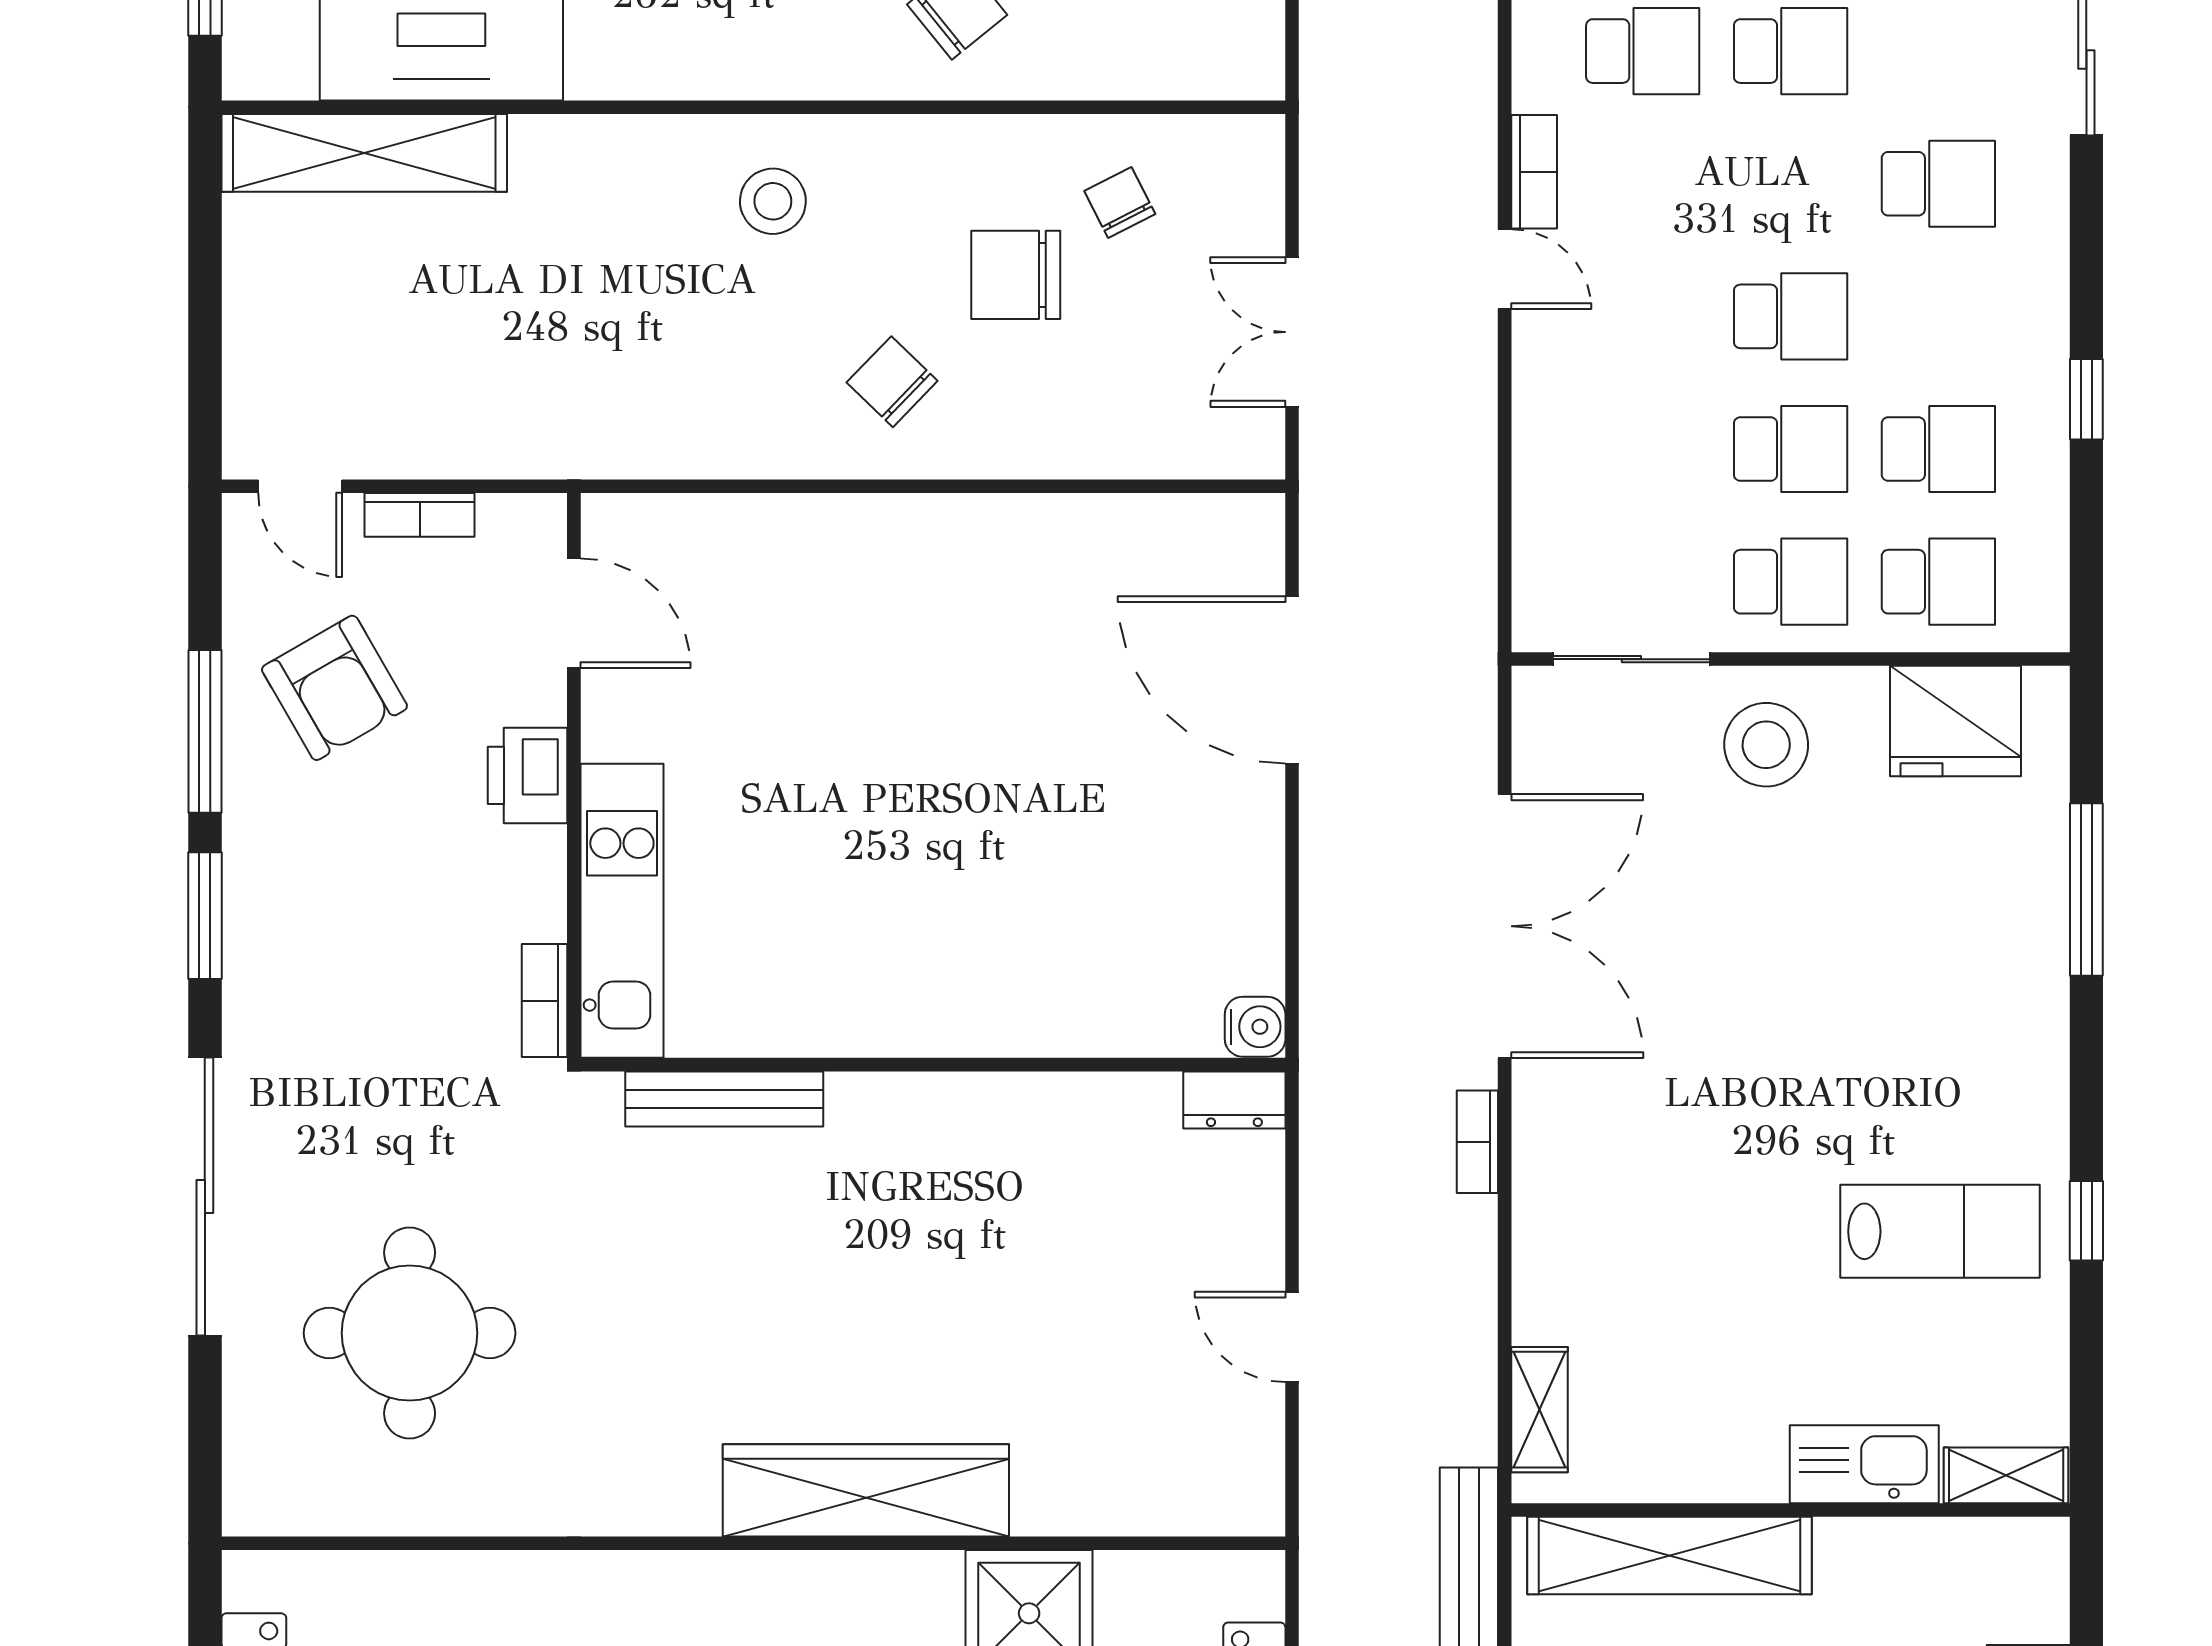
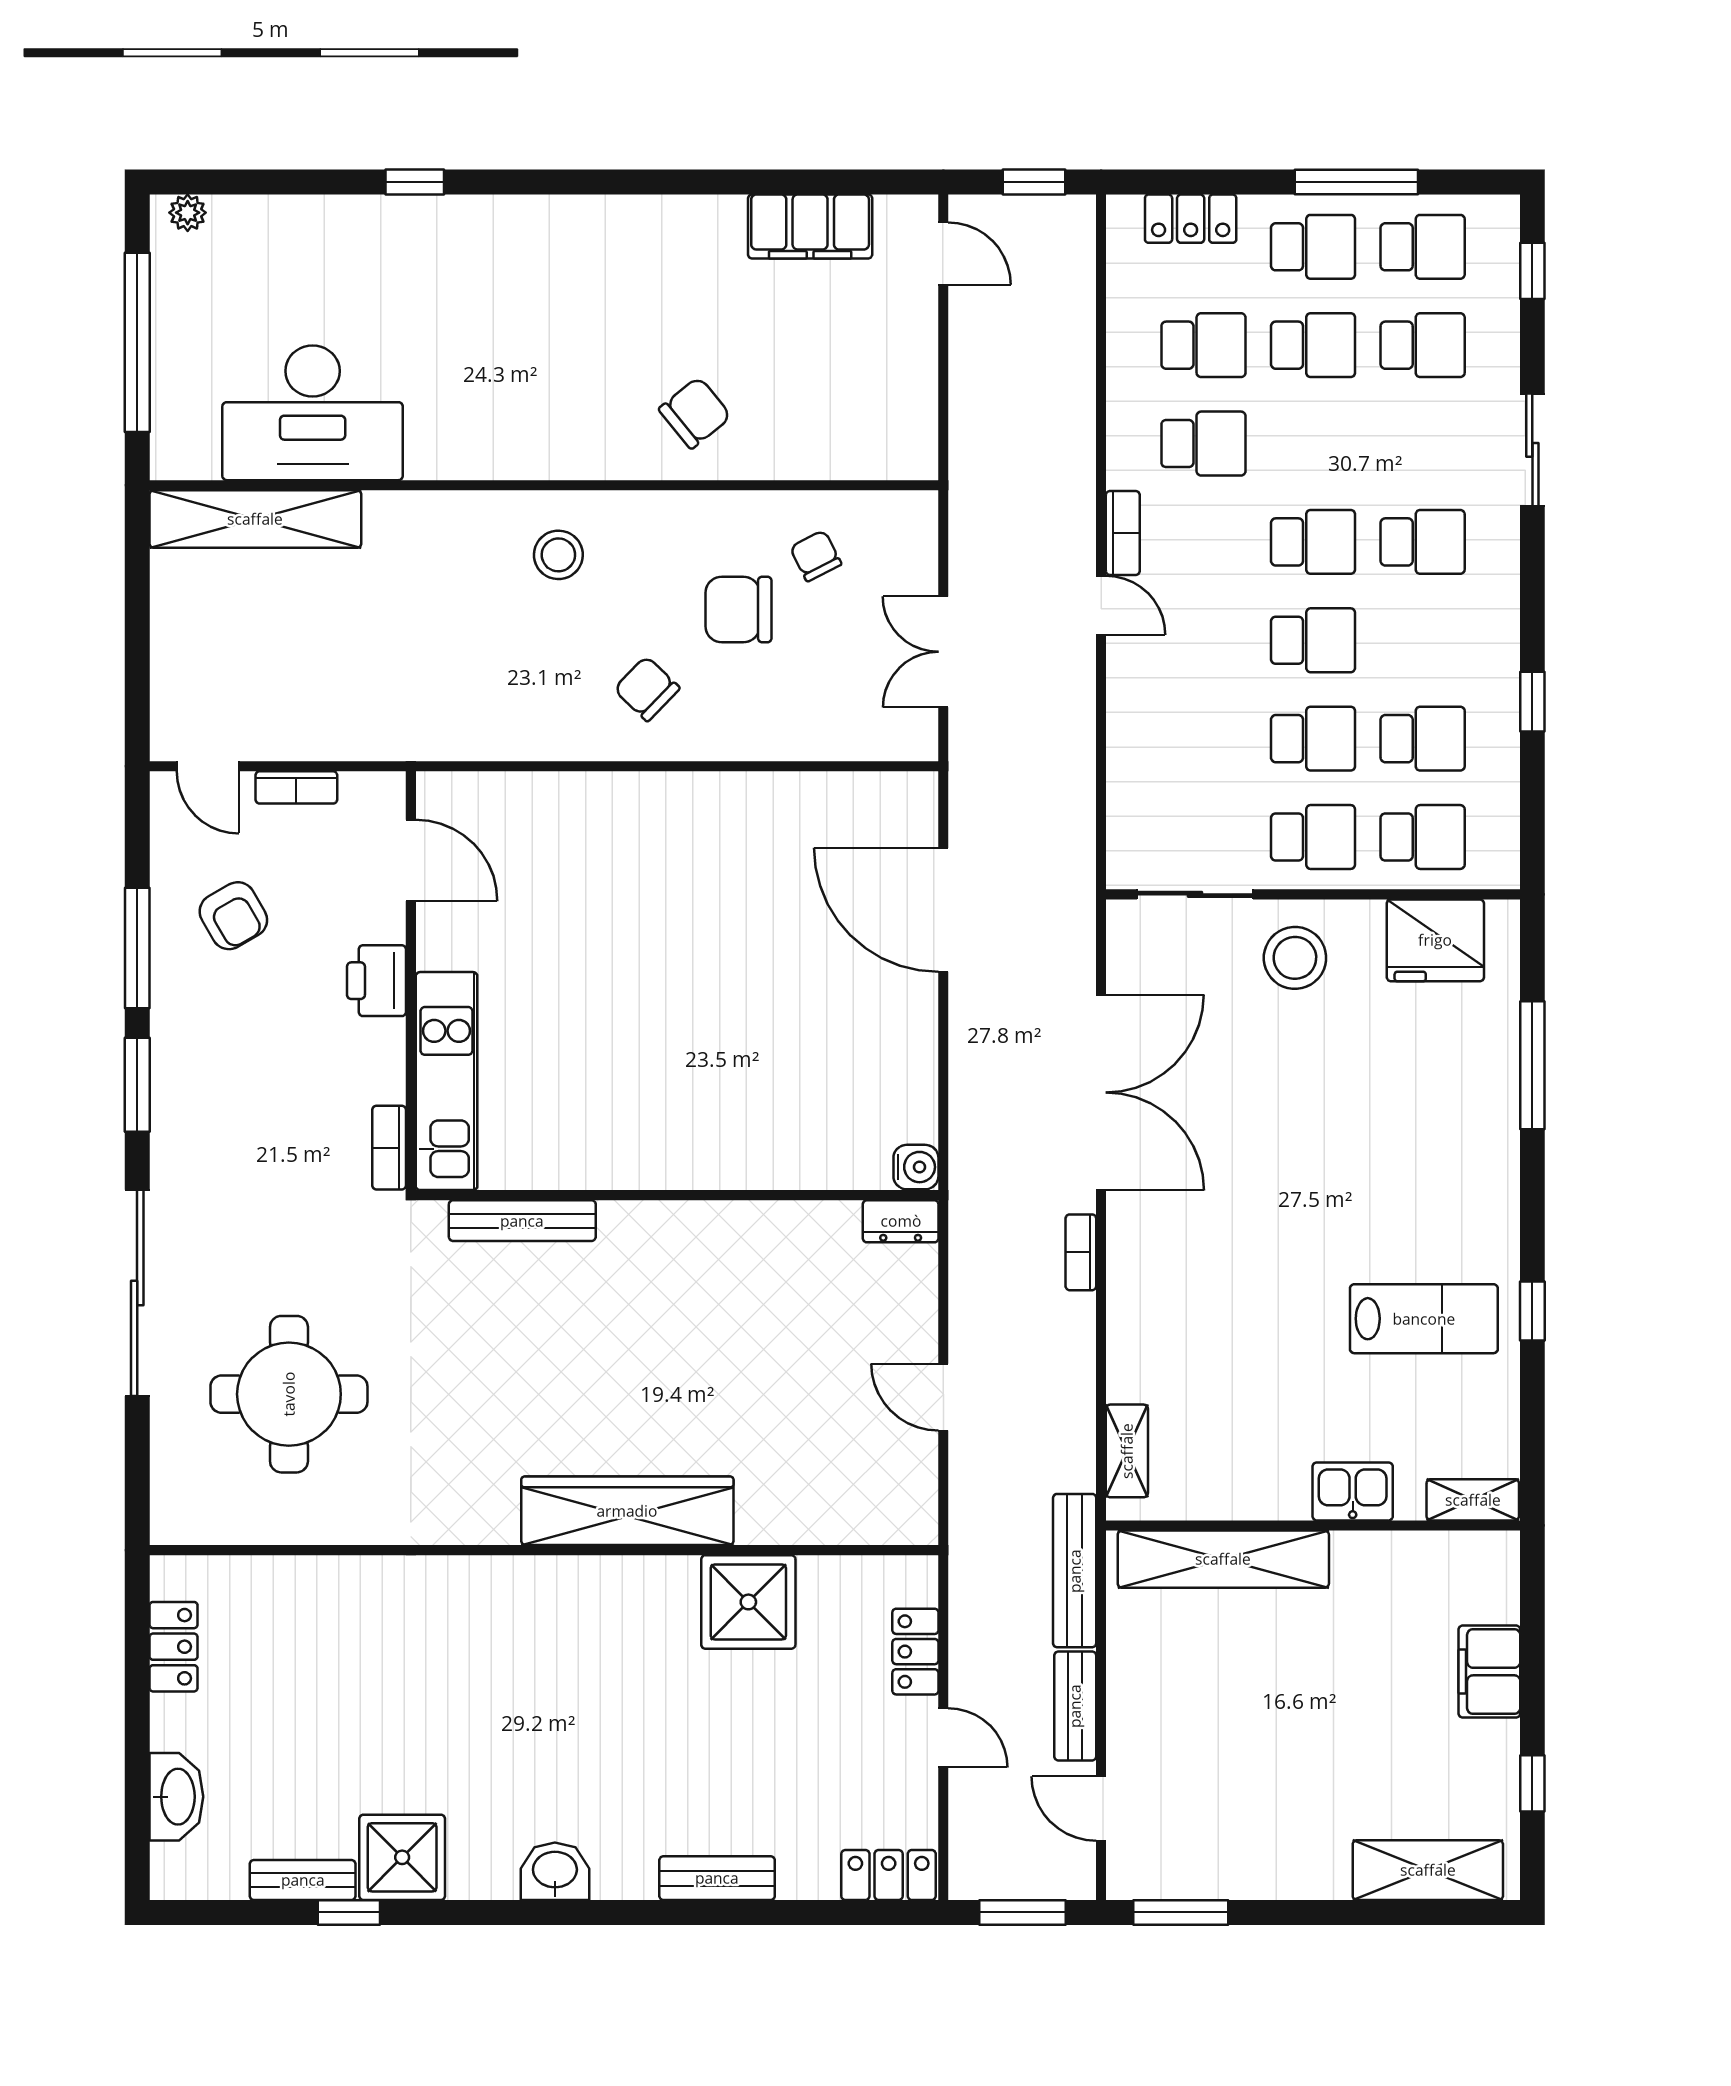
school desk: (1791, 51) -> (1313, 542), moved
armchair: (334, 688) -> (233, 916), width x0.72, depth x0.72
kitchen sink: (1864, 1464) -> (1353, 1491), width x0.73

